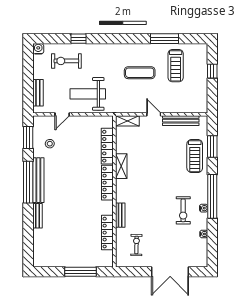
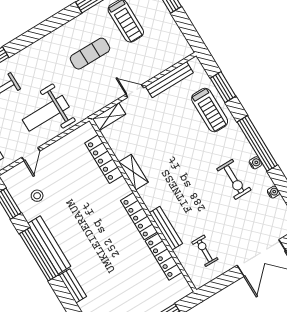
locker: (107, 183) -> (139, 216), moved
bench: (120, 215) -> (166, 228), width x1.36

